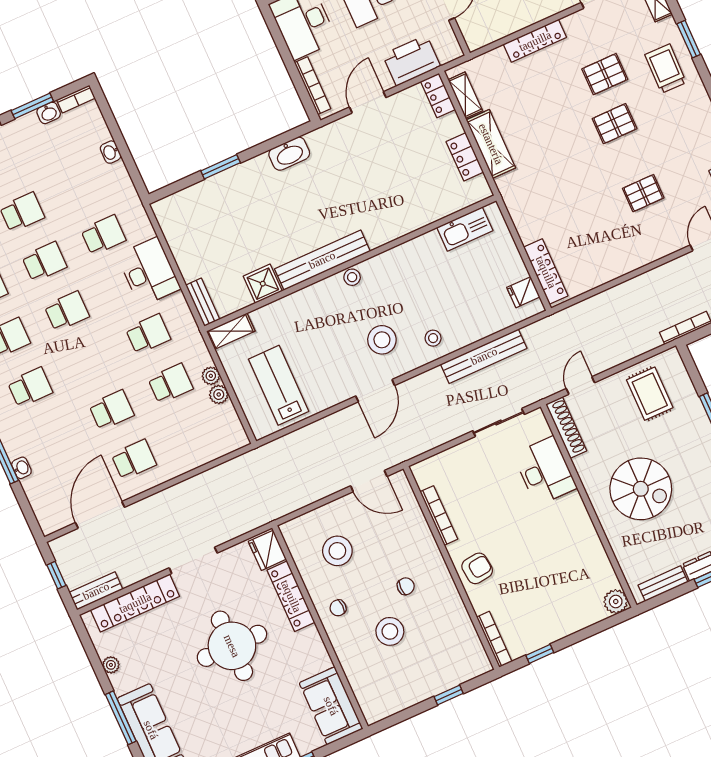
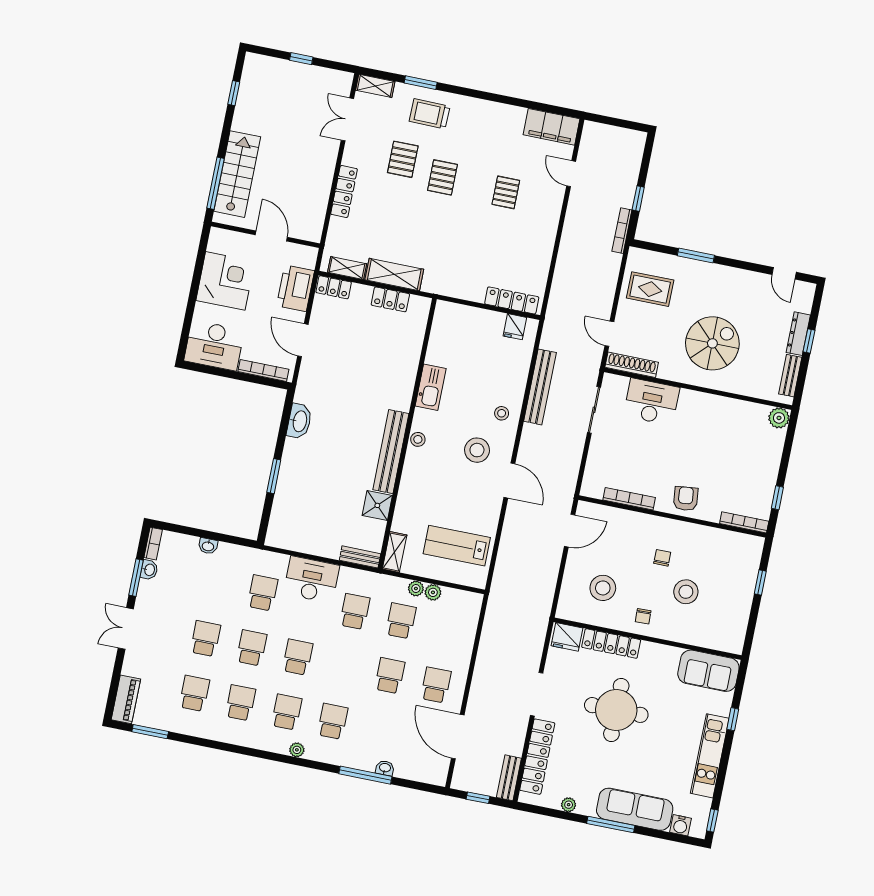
kitchen sink: (465, 229) -> (431, 387), moved

